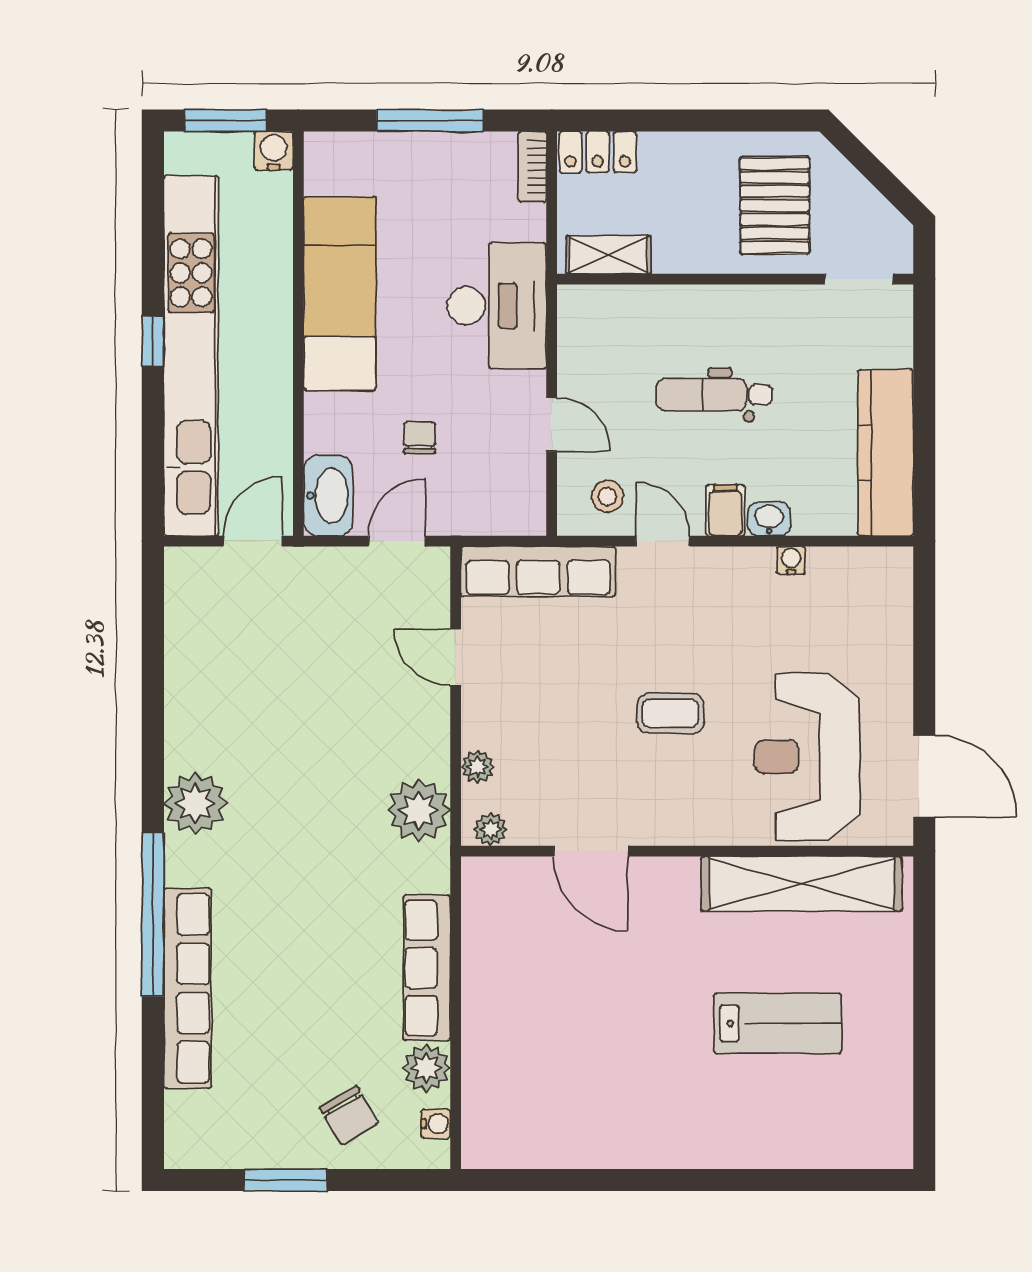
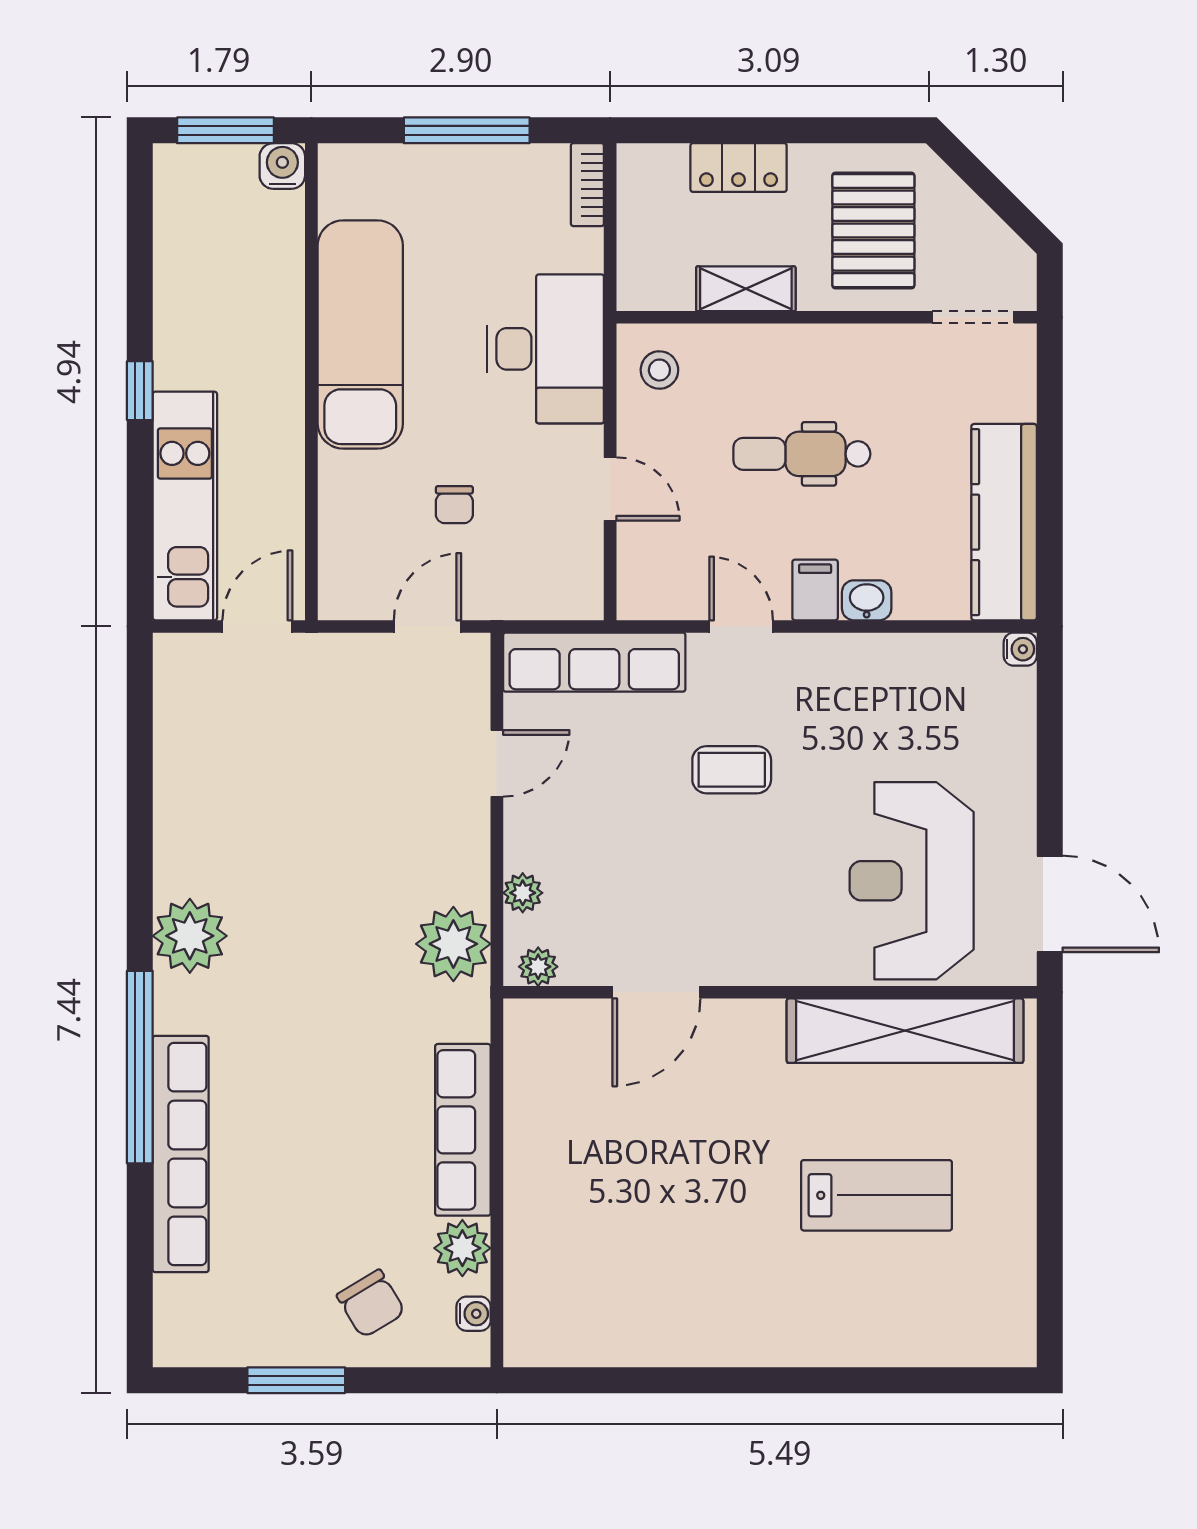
locker: (598, 152) -> (739, 167), moved
shelving: (609, 255) -> (746, 289), moved
kitchen unit: (191, 356) -> (185, 506), width x0.54
chair: (420, 438) -> (454, 505), turned 180
washbasin: (328, 496) -> (347, 573), removed
stool: (607, 496) -> (659, 370), moved
water cooler: (791, 560) -> (1020, 649), moved, turned 90
door: (456, 657) -> (497, 763), swing flipped
coffee table: (670, 713) -> (732, 770), moved
door: (591, 851) -> (656, 992), hinge flipped

